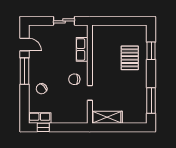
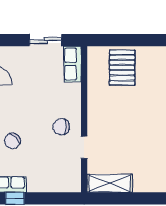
row of seats: (82, 49) -> (73, 64), moved
pallet: (130, 58) -> (122, 68), moved

